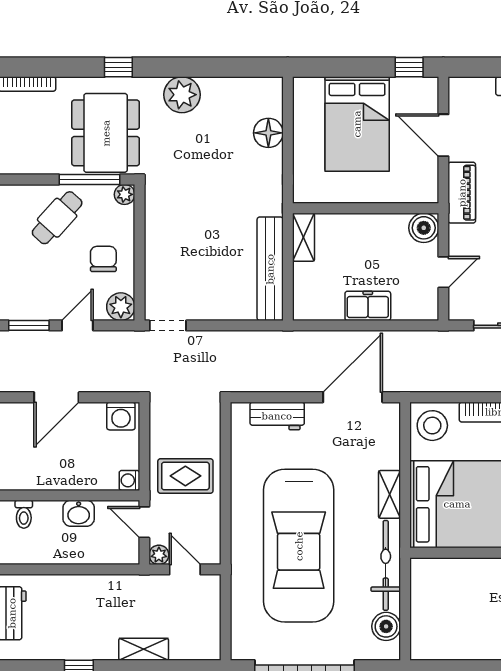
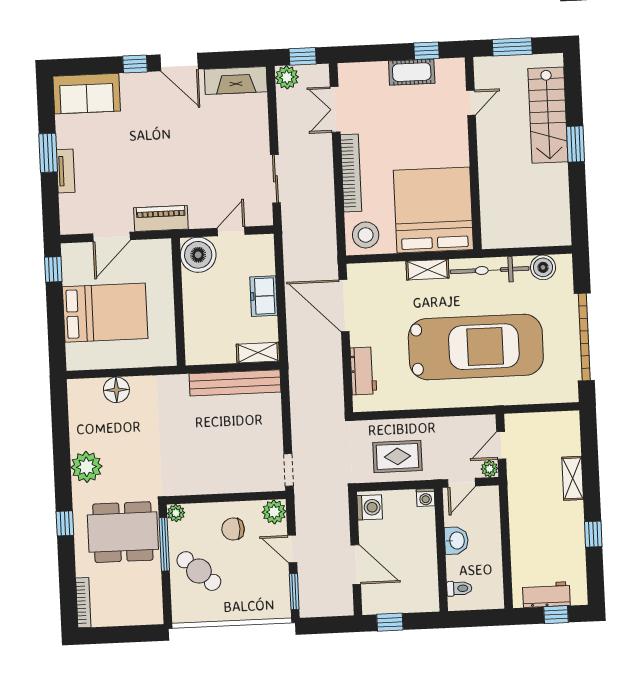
boiler: (424, 228) -> (198, 255), width x1.37, depth x1.37
shelving: (304, 237) -> (258, 353), moved
door: (443, 272) -> (231, 231), hinge flipped
rug: (185, 476) -> (397, 456), moved, turned 90

